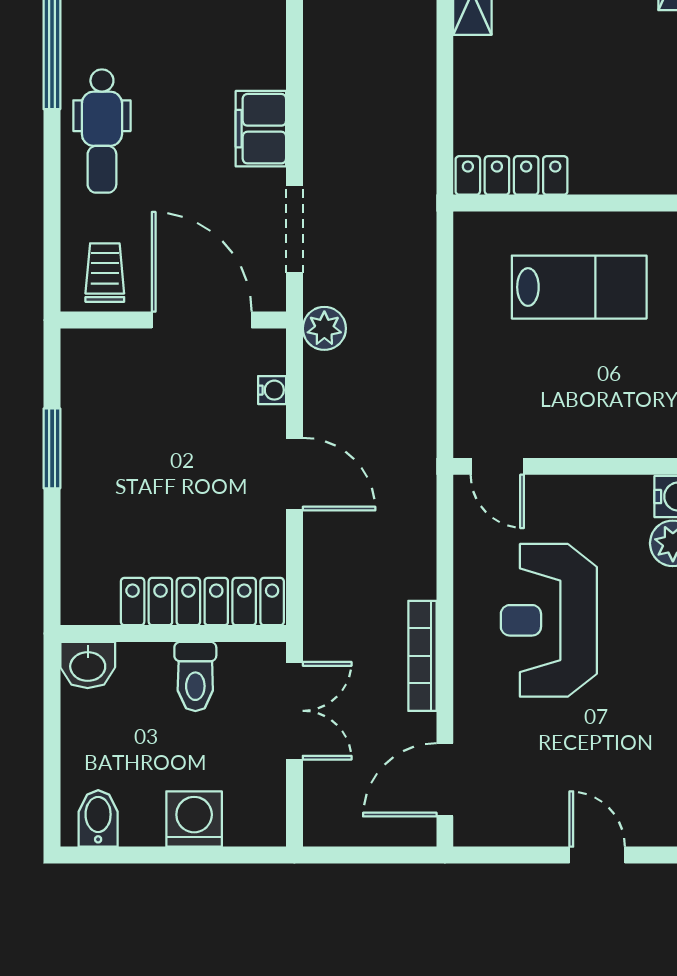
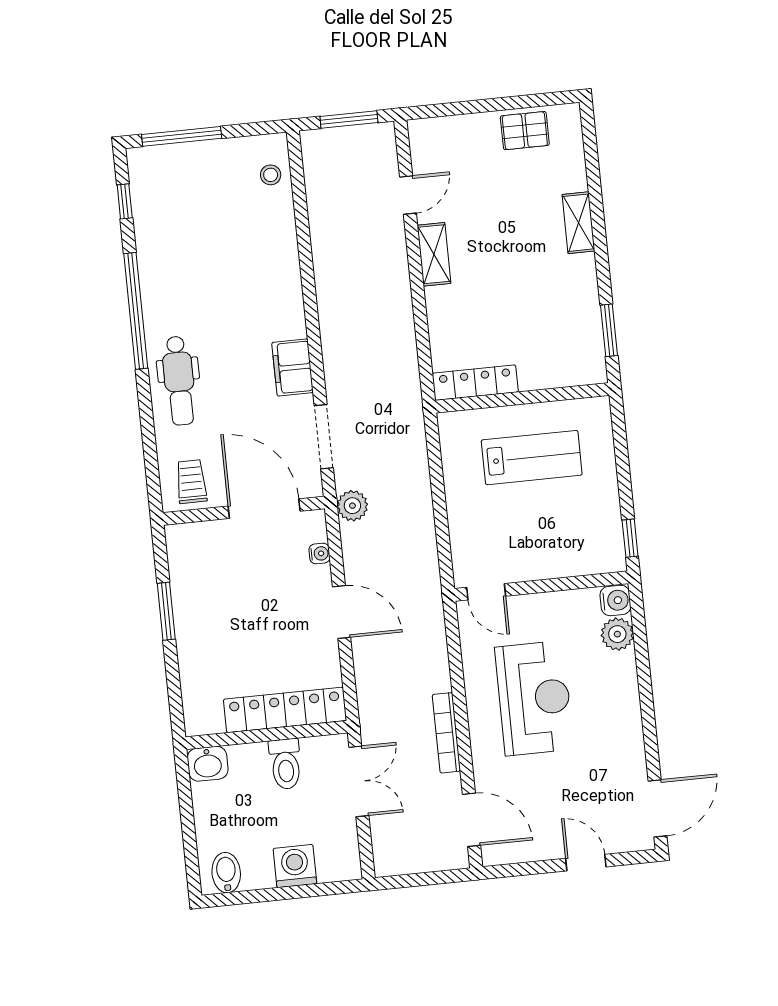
reception desk: (549, 620) -> (534, 698), turned 180
door: (445, 780) -> (471, 820), swing flipped

